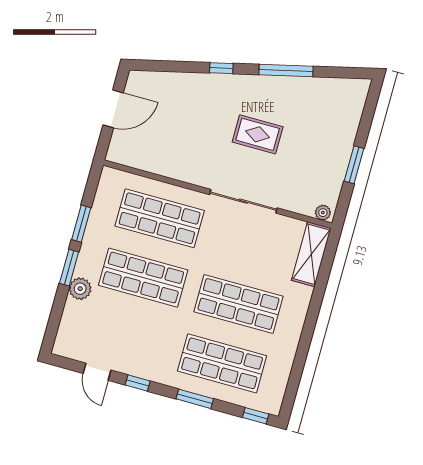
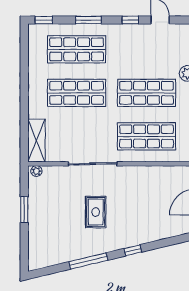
rug: (258, 134) -> (96, 212), turned 90

